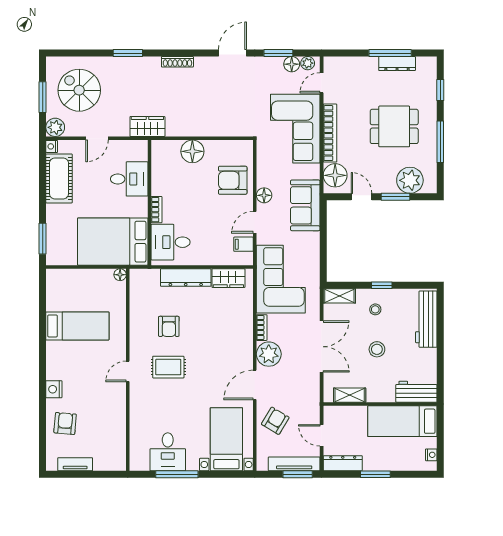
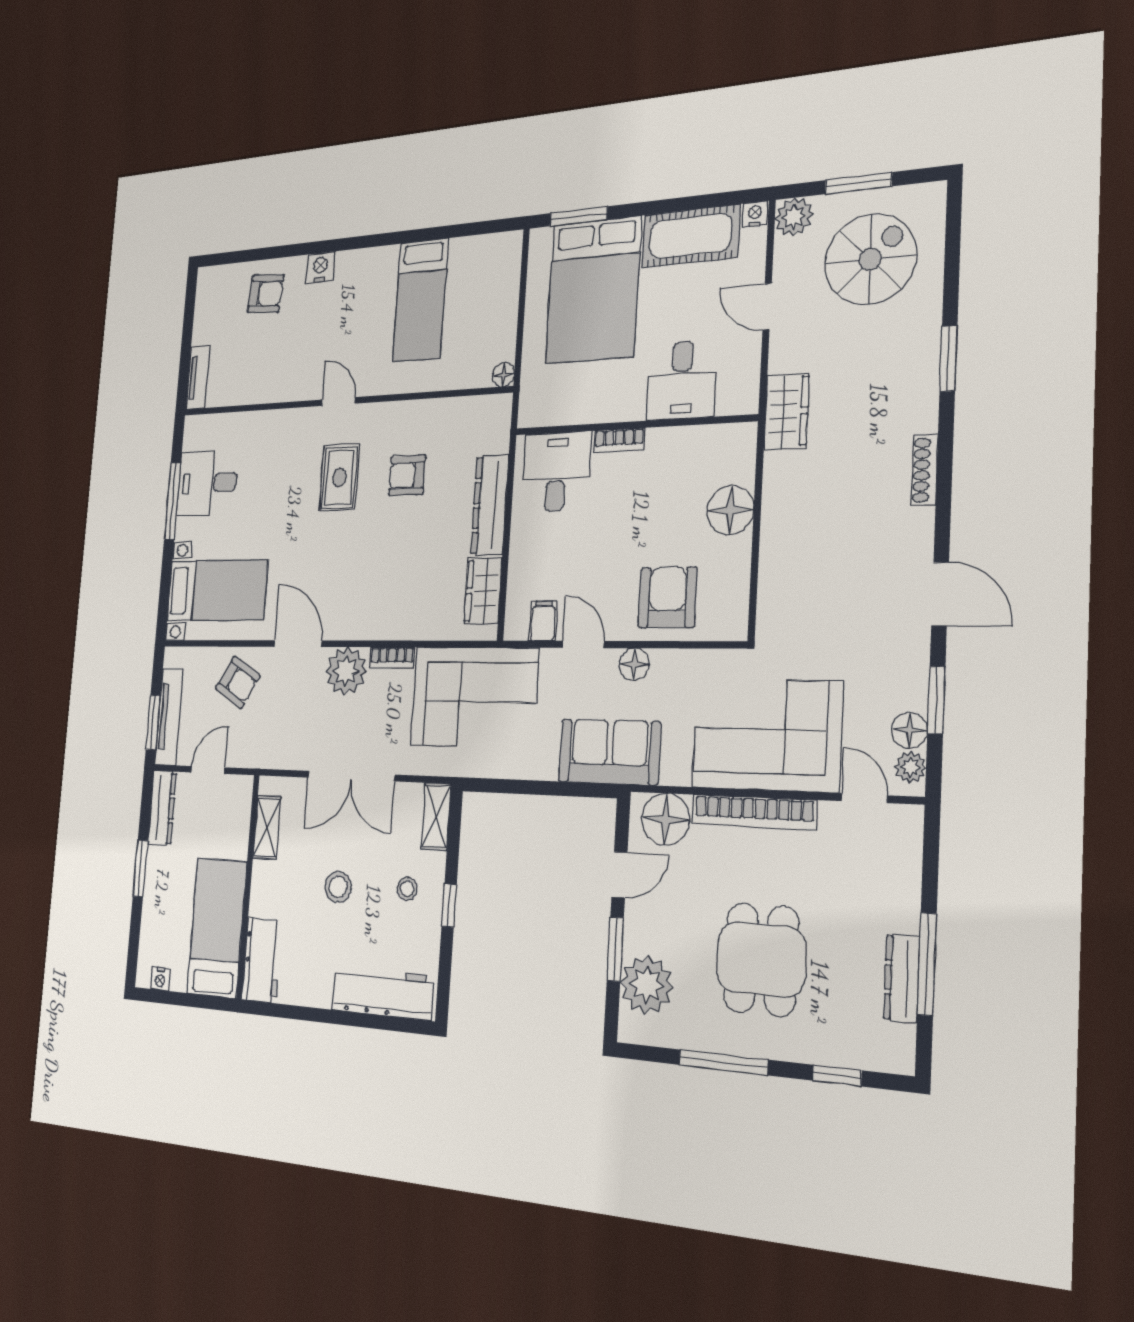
bed: (113, 242) -> (593, 290), moved, turned 180
tv unit: (75, 464) -> (198, 378), moved

